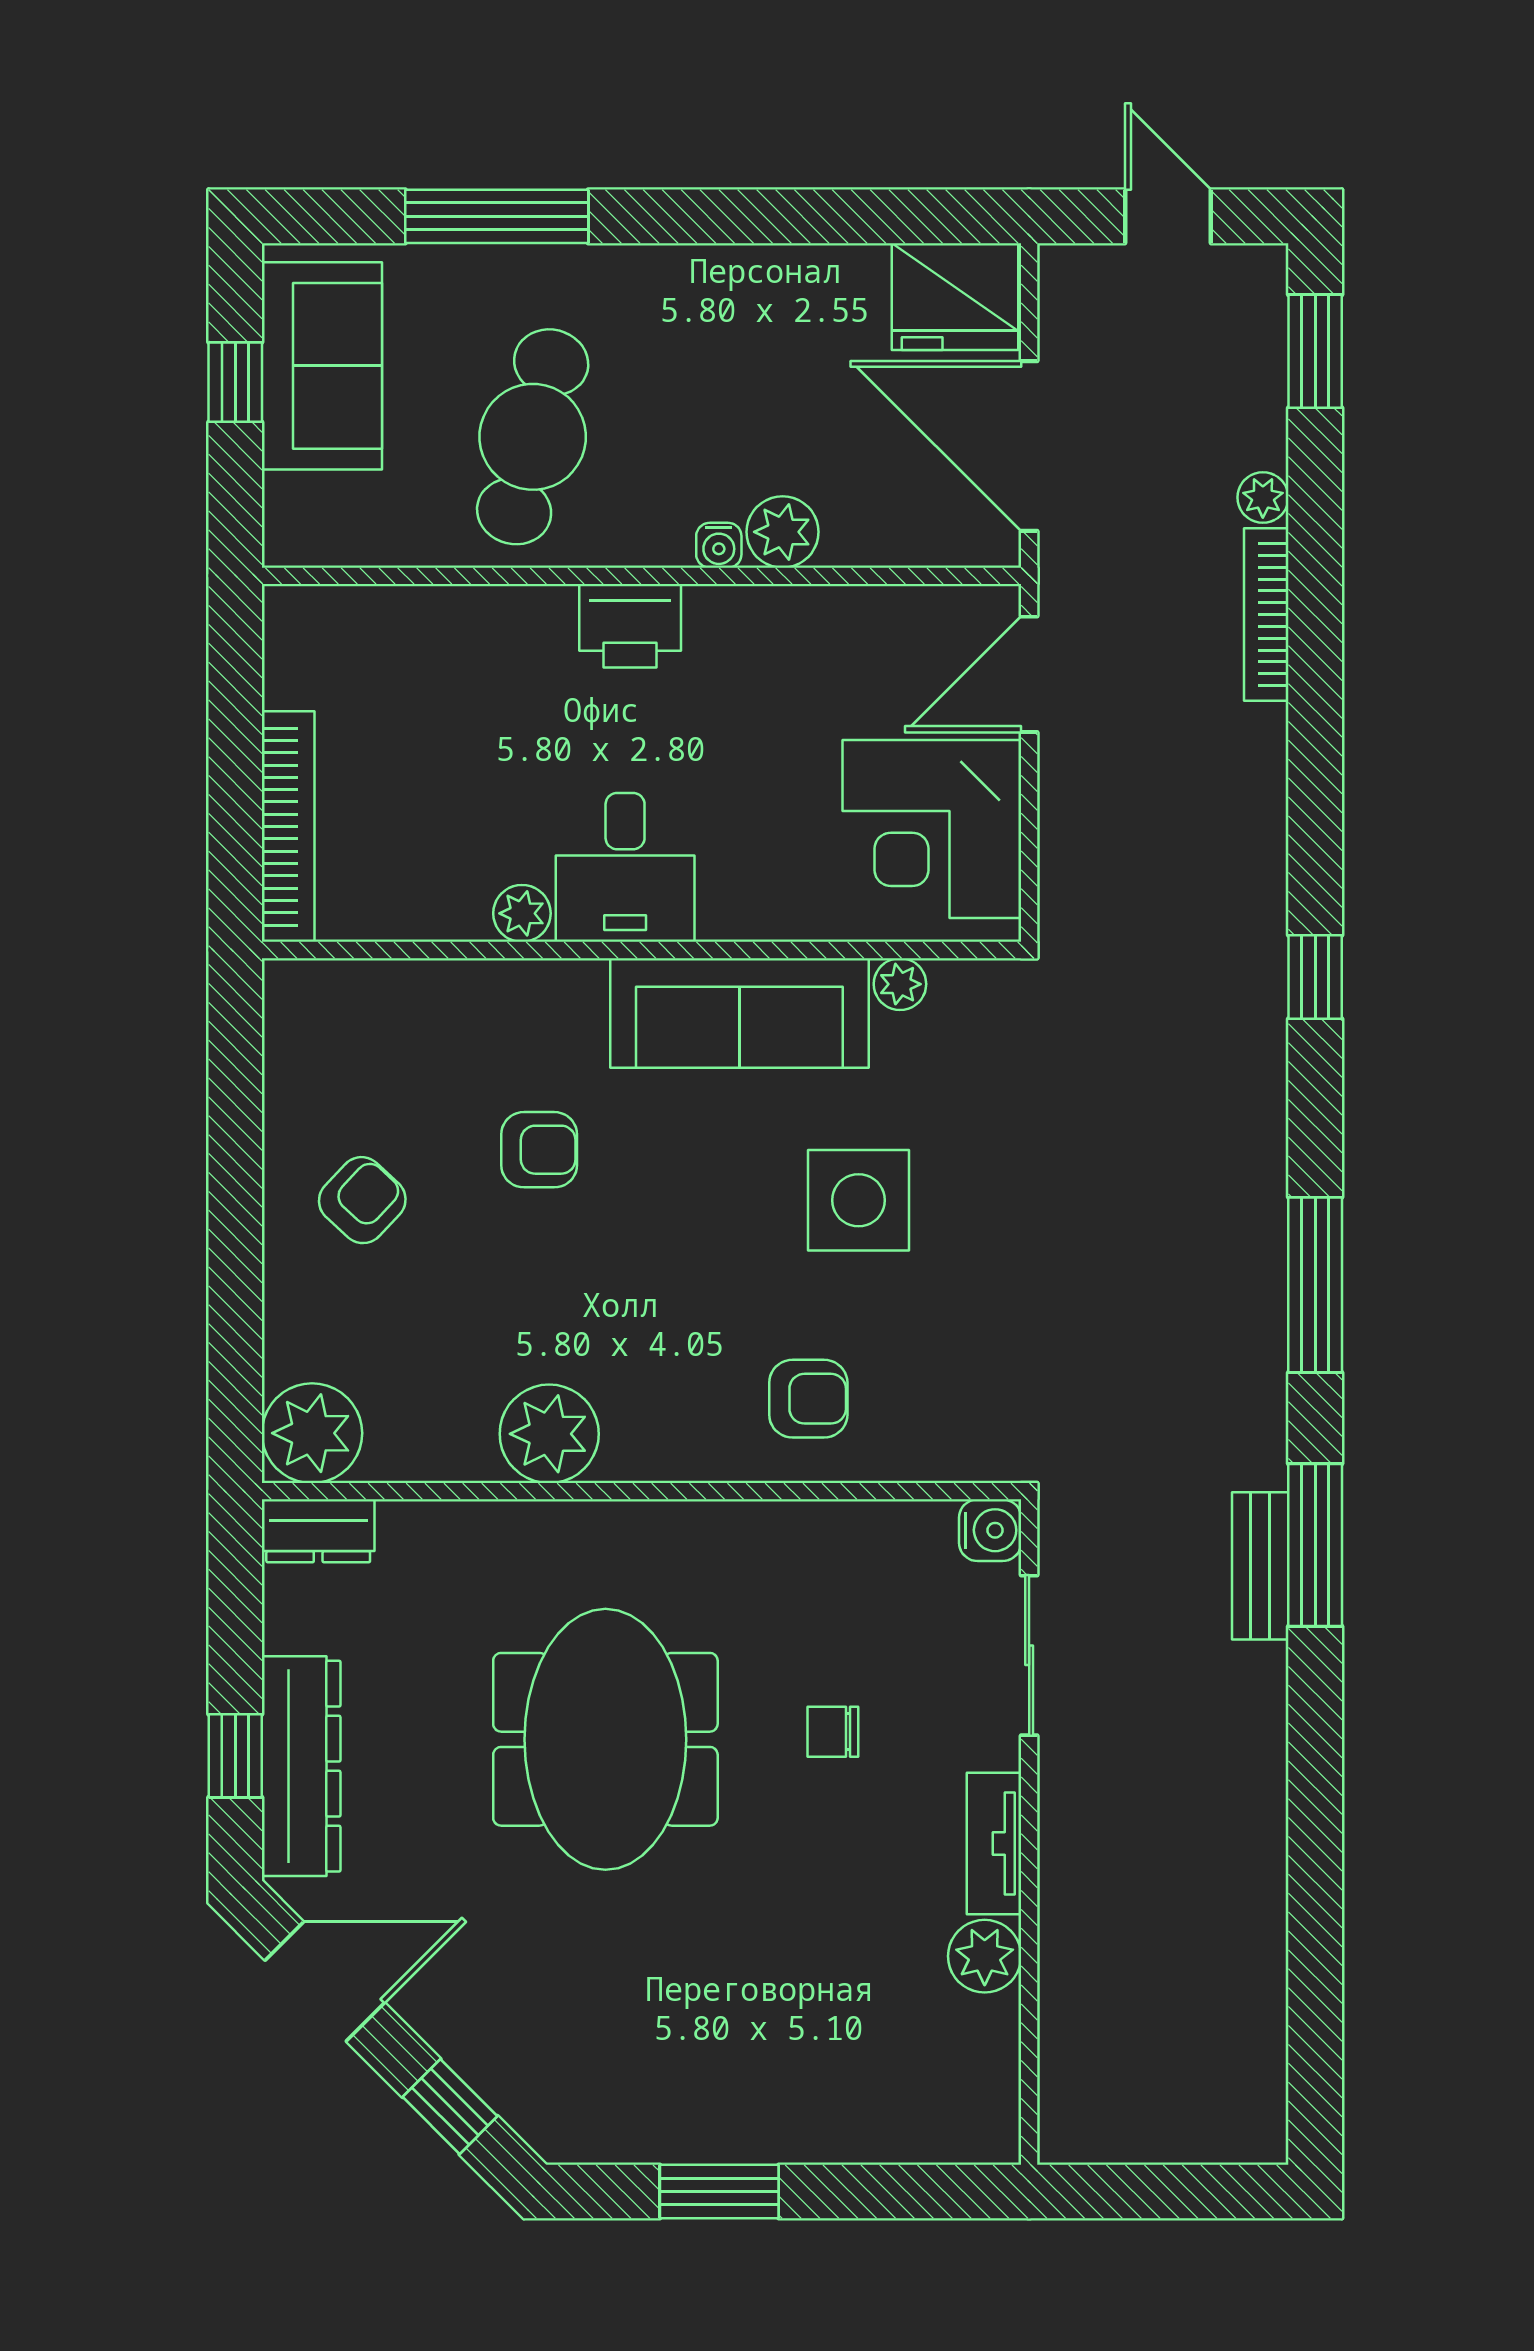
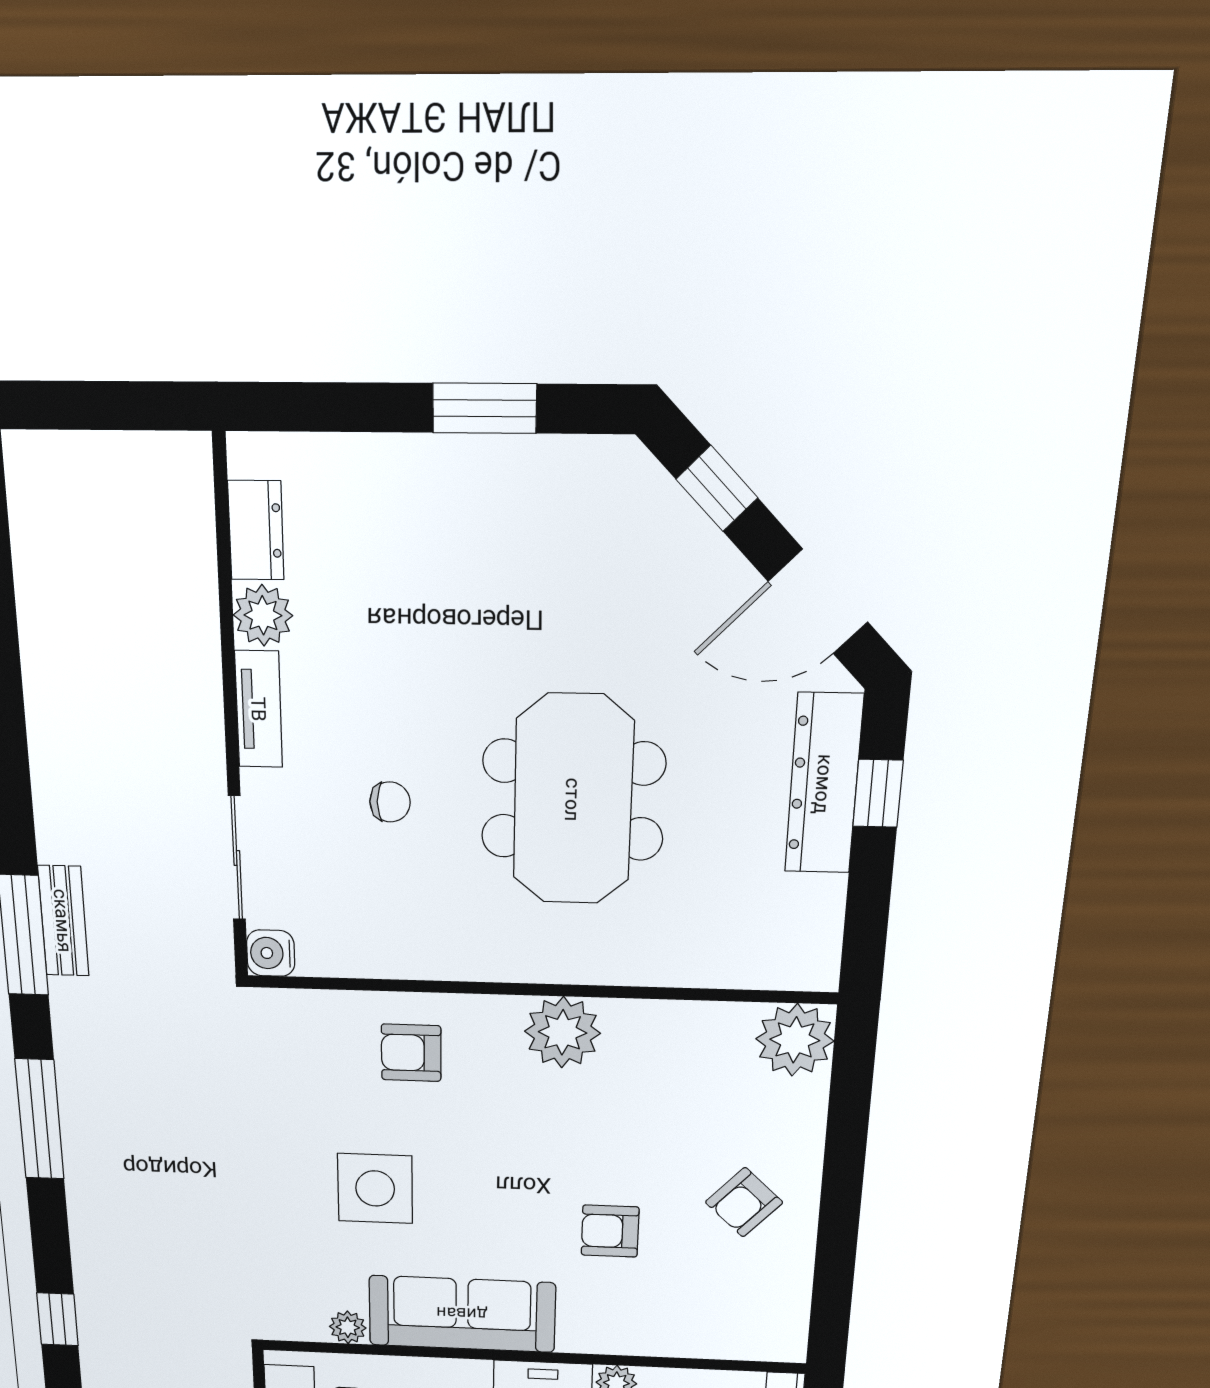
plant: (549, 1434) -> (563, 1032), moved
dresser: (318, 1531) -> (256, 530), moved, turned 90

